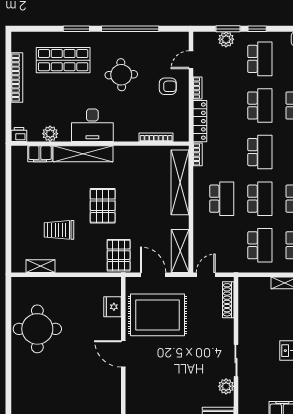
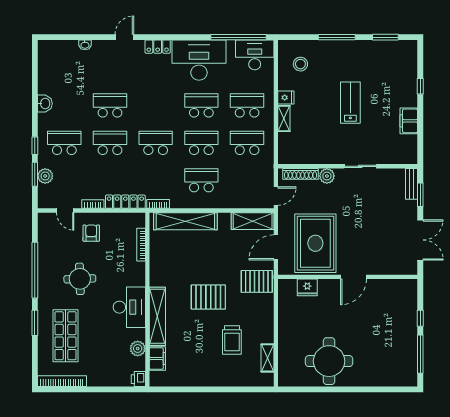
bookcase: (17, 78) -> (62, 381), moved
door: (206, 275) -> (276, 196), swing flipped
plant: (226, 386) -> (327, 176), moved

